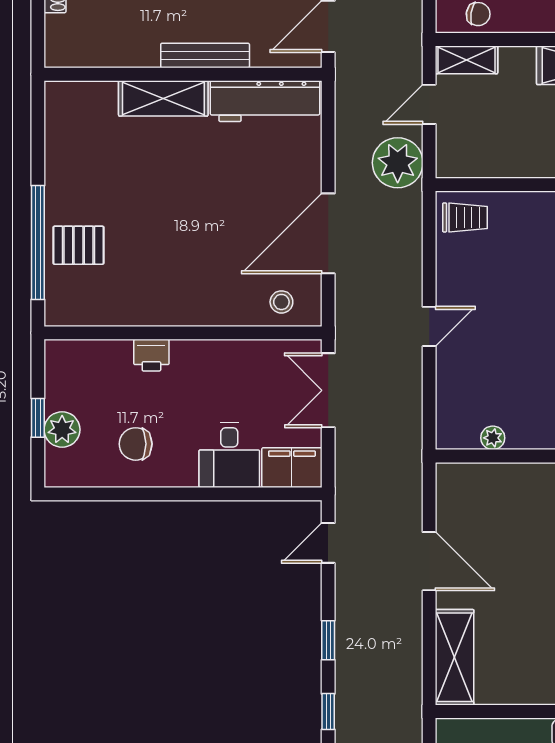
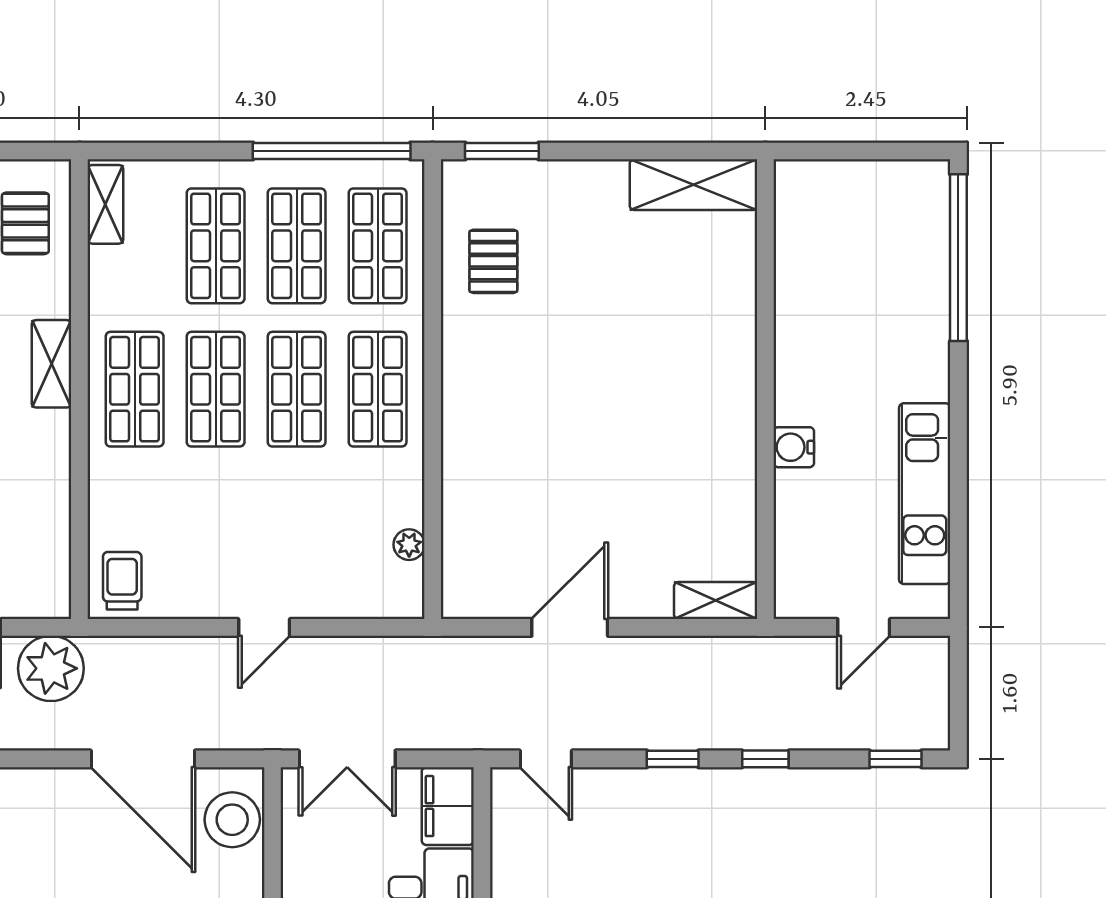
stool: (281, 302) -> (232, 820), width x1.89, depth x1.89
door: (429, 326) -> (264, 627), swing flipped
shelving: (455, 657) -> (716, 601), width x0.67, depth x0.75

